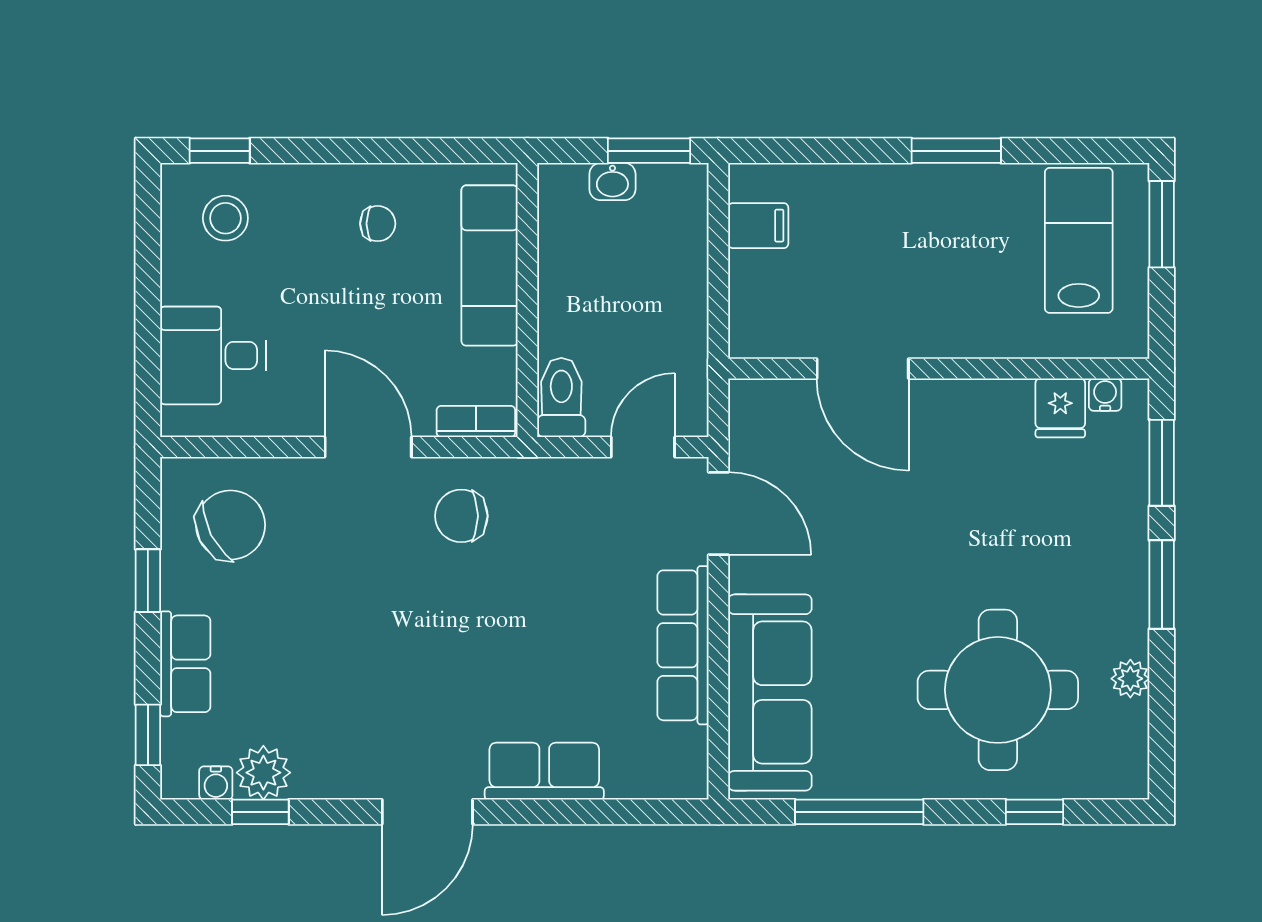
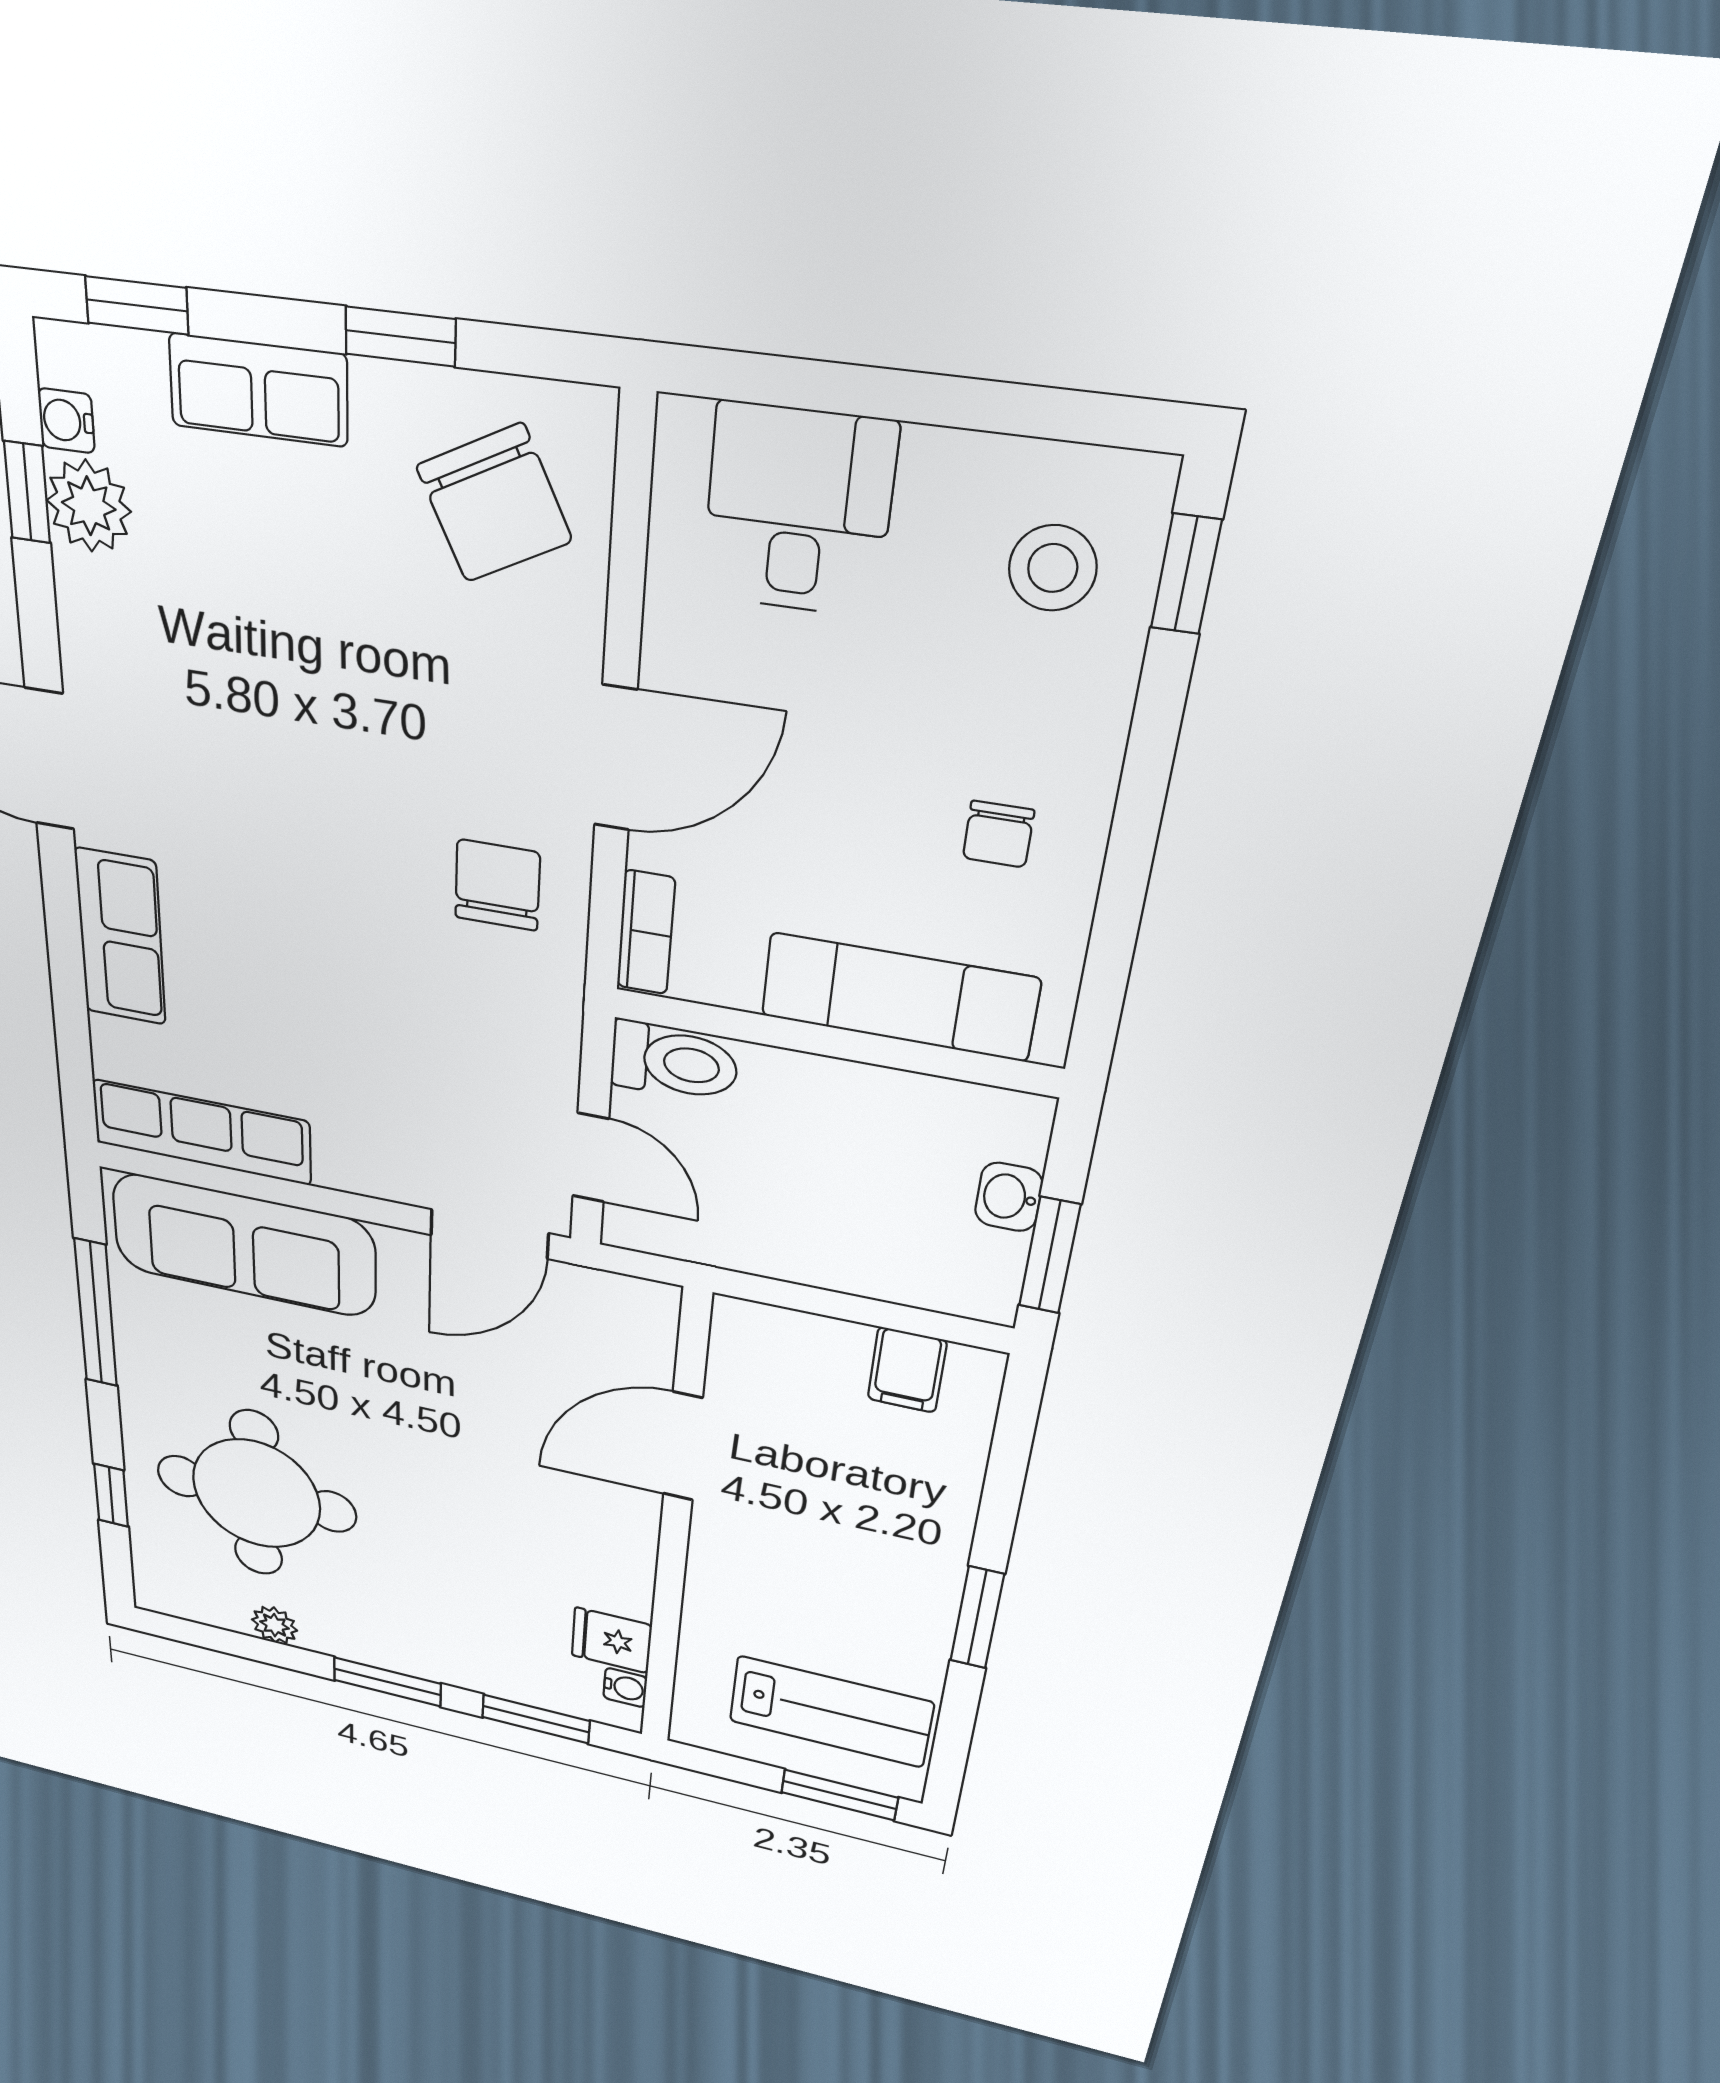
row of seats: (683, 645) -> (201, 1132), moved

